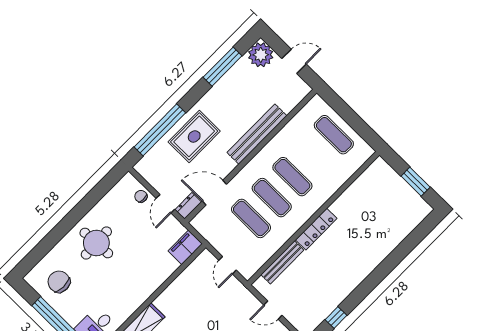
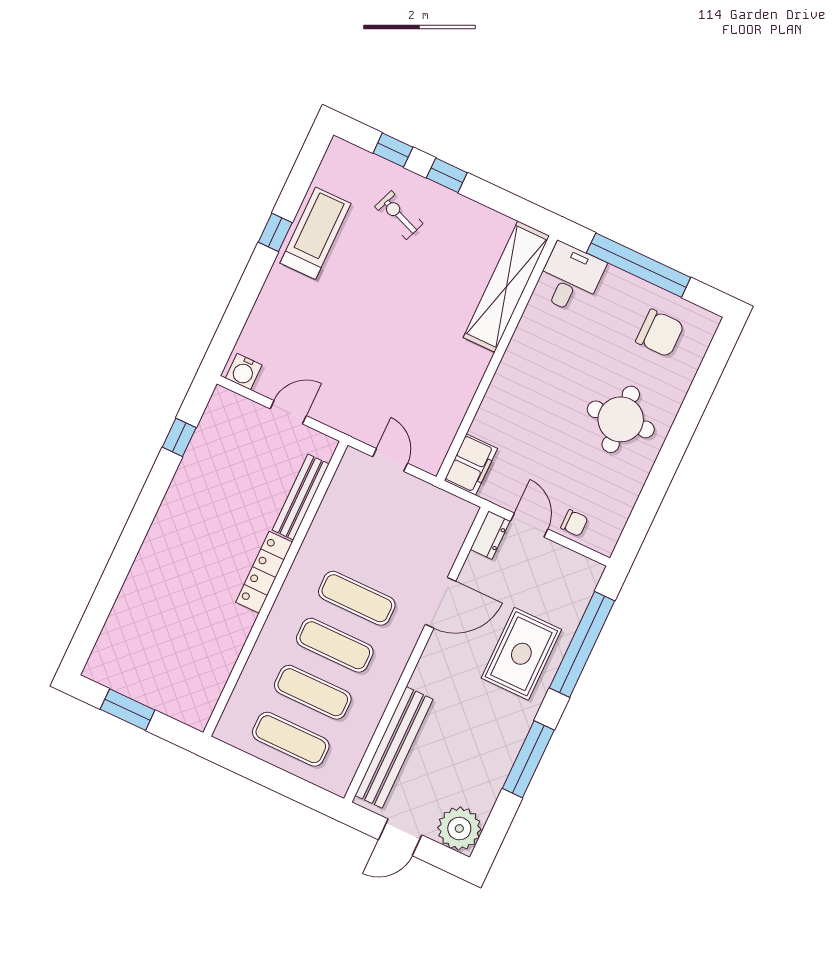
window: (223, 67) -> (528, 759), moved
bench: (257, 134) -> (394, 747), moved
door: (214, 193) -> (441, 603), moved
exercise mat: (251, 218) -> (313, 692), moved

